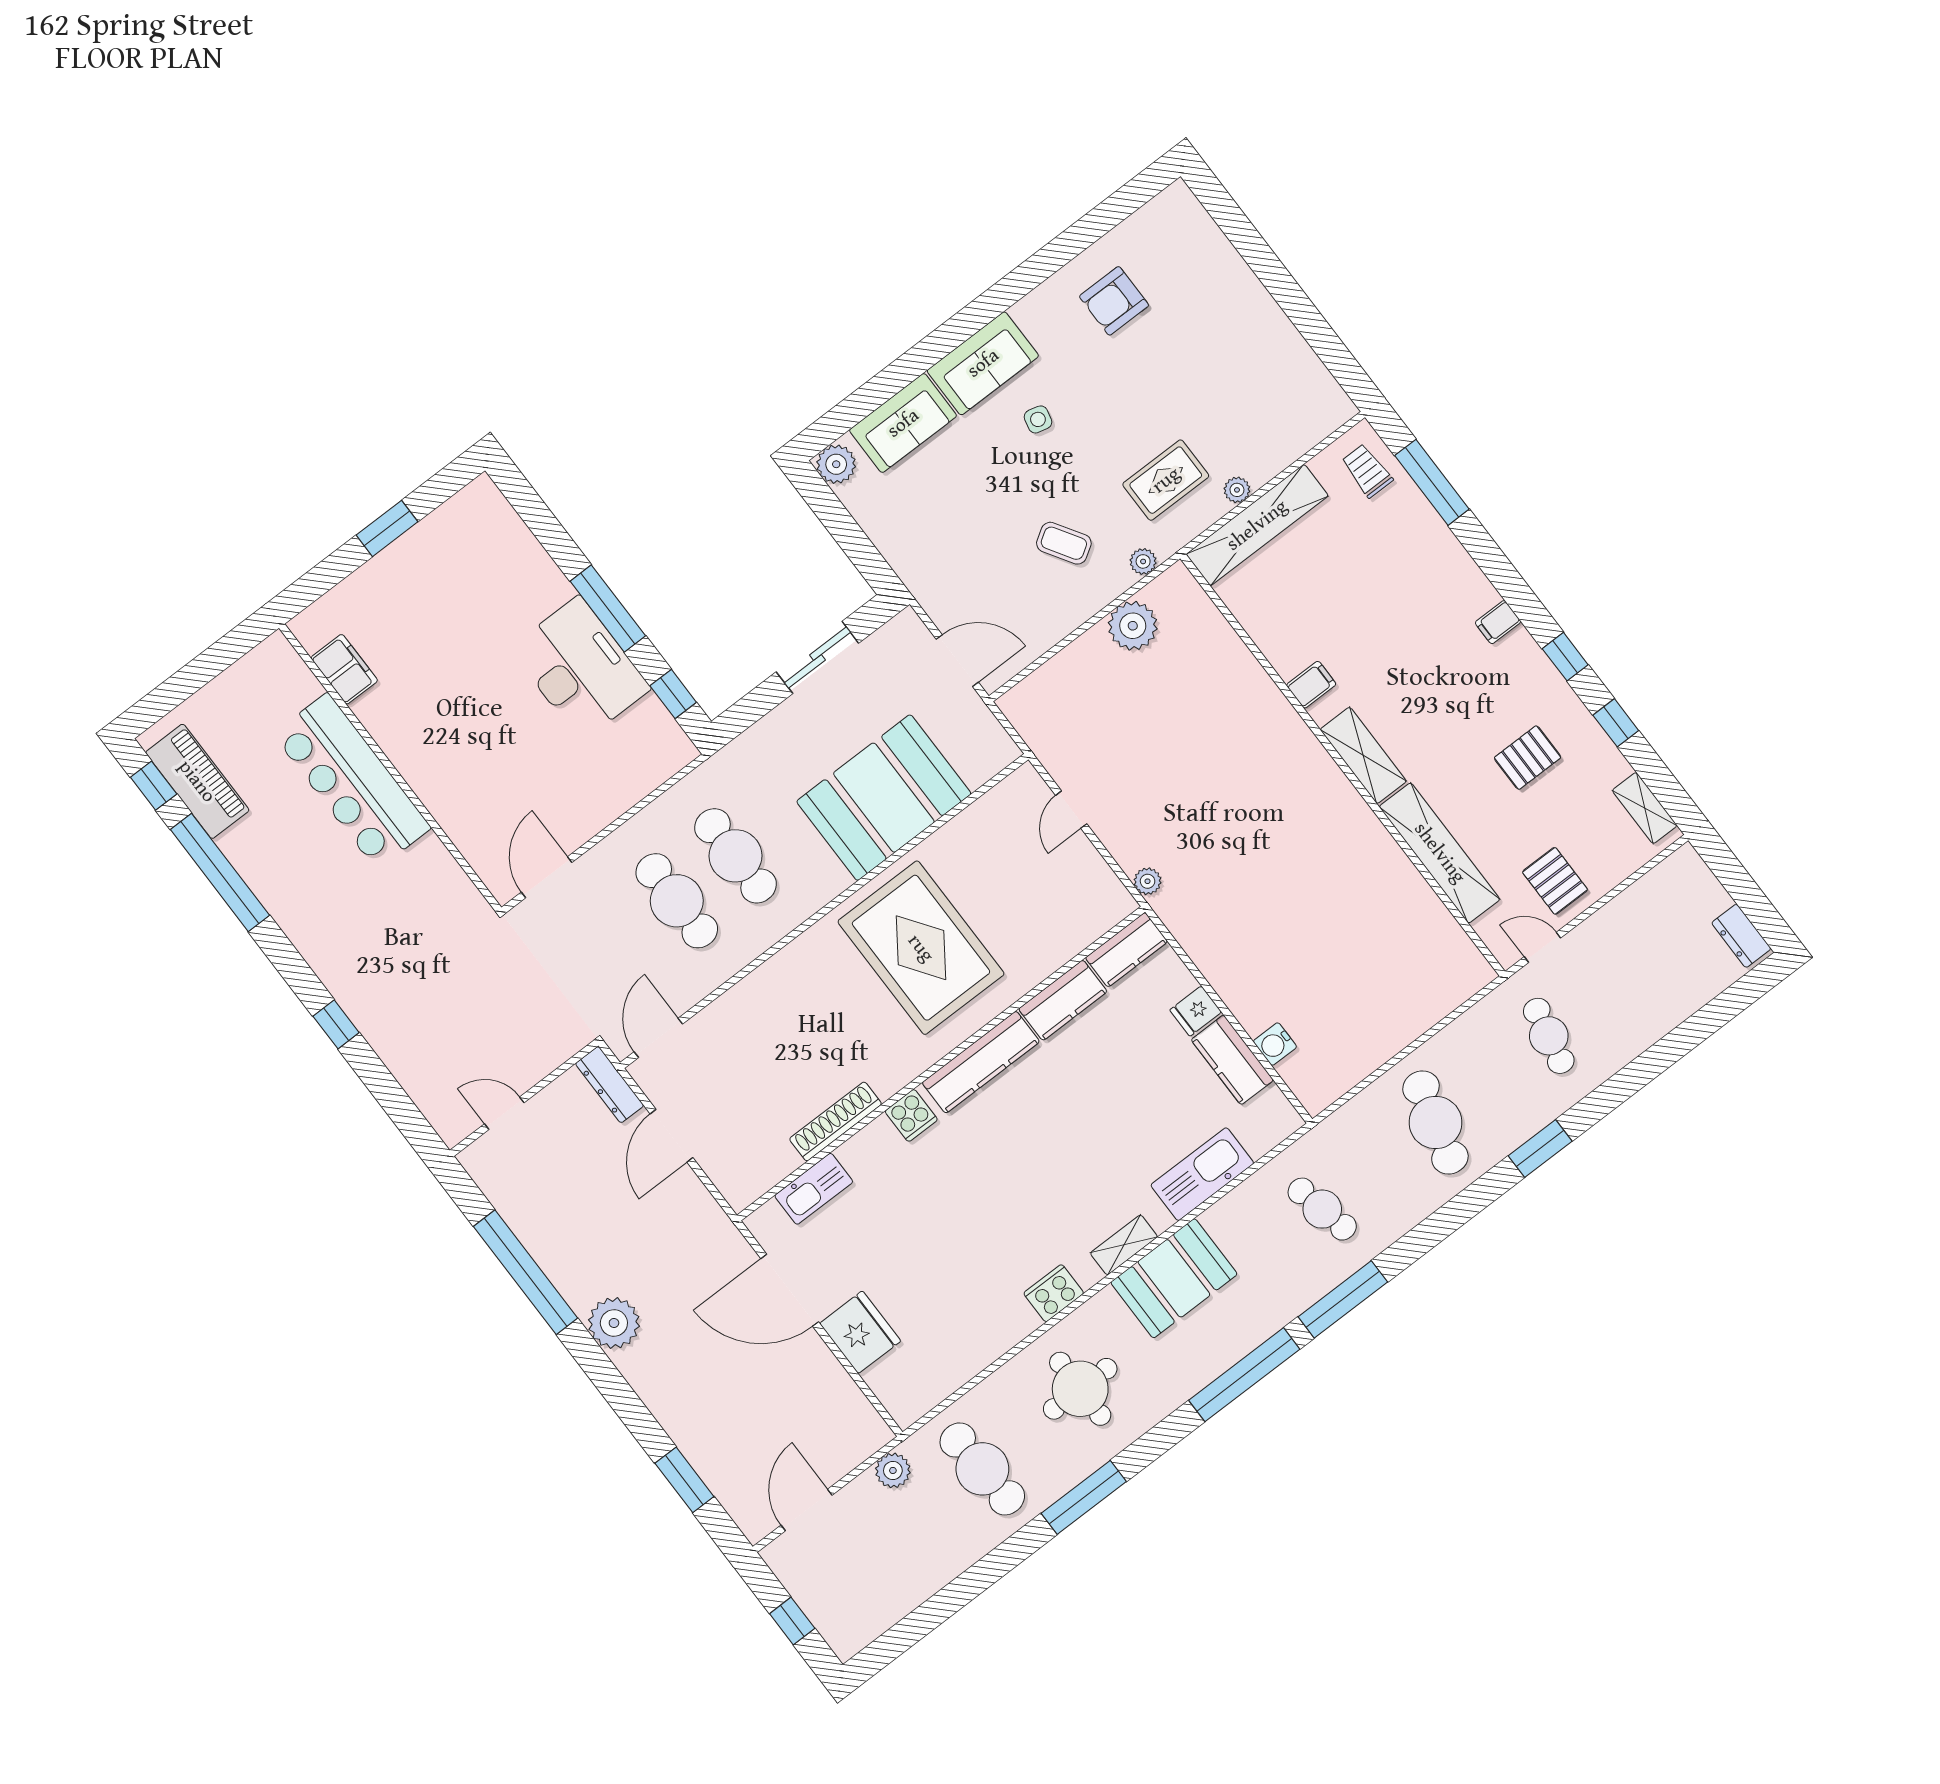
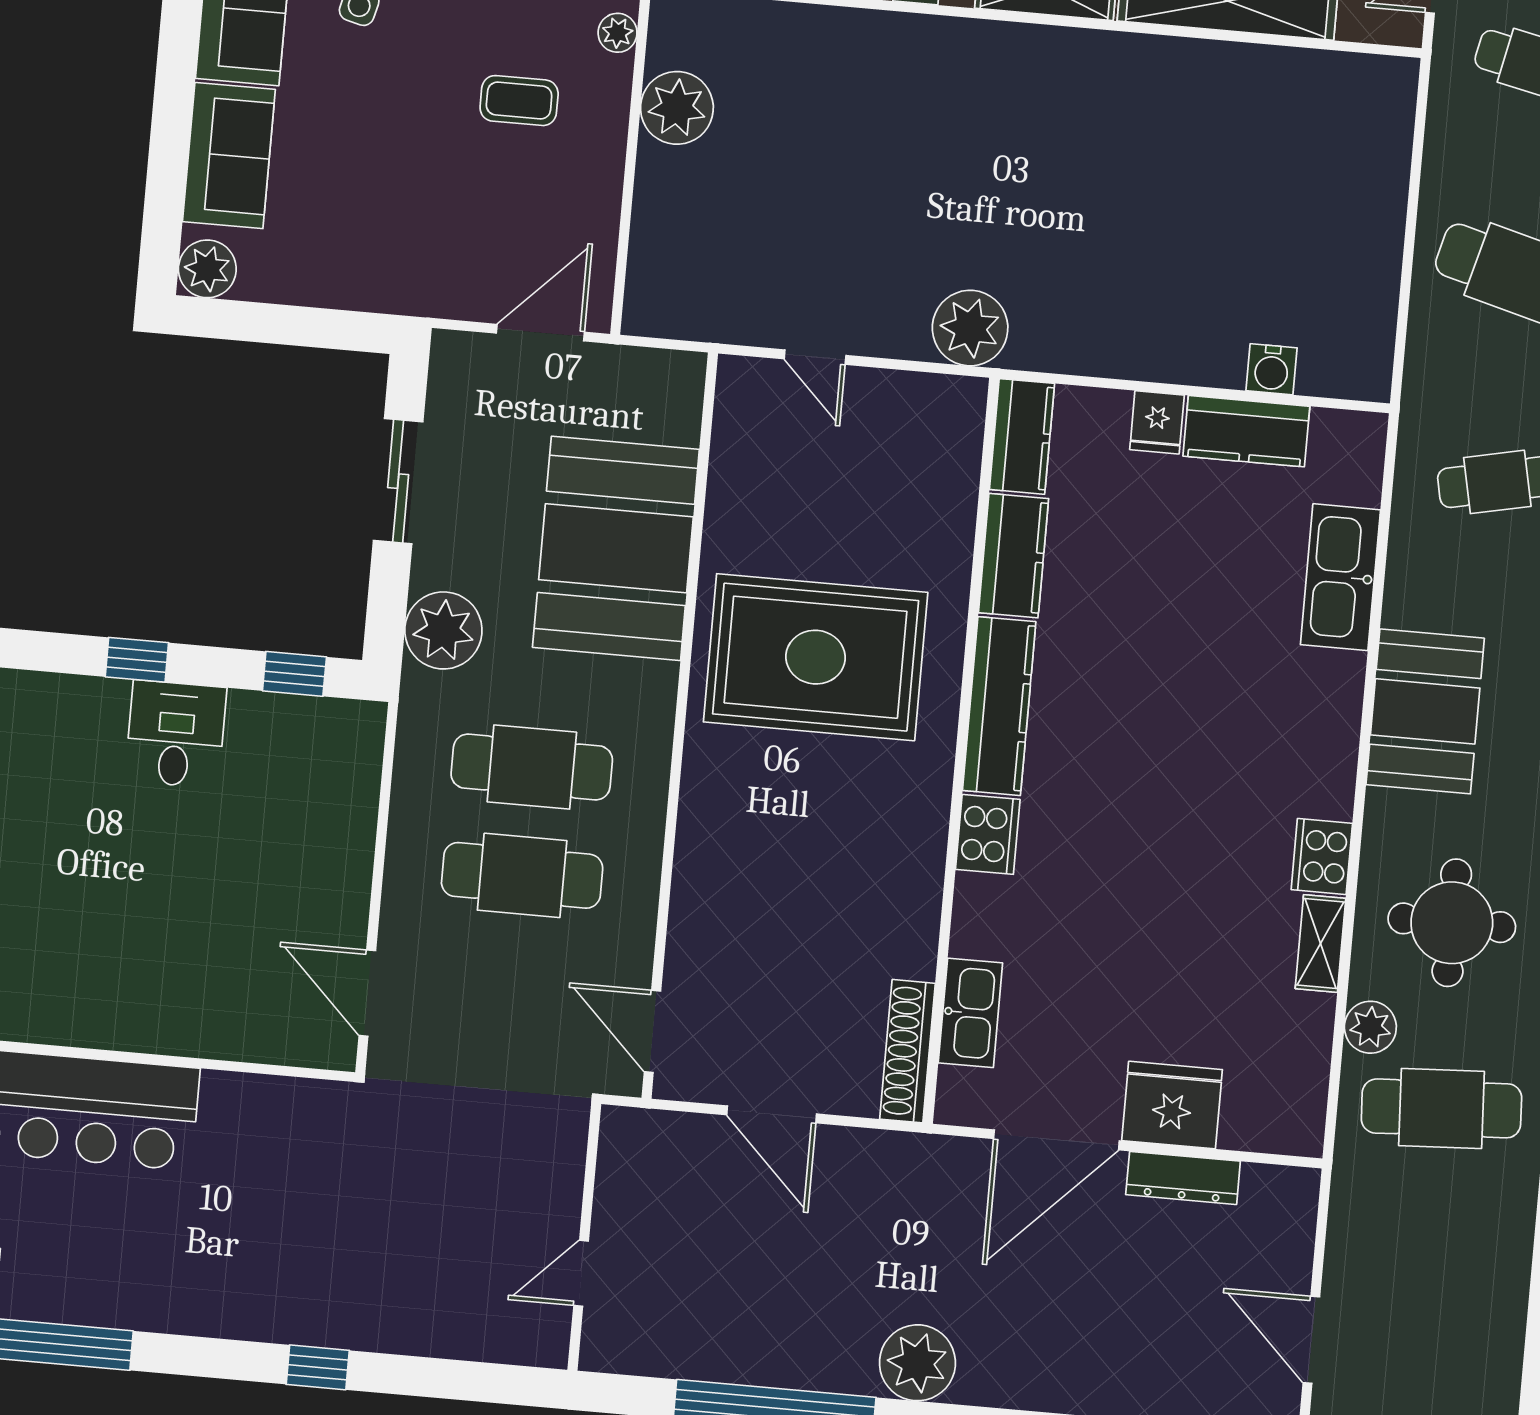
coffee table: (1064, 543) -> (519, 101), turned 32
window: (608, 609) -> (137, 660), width x0.46
desk: (580, 669) -> (176, 734), width x0.53, depth x0.77
plant: (763, 749) -> (443, 630), added
plant: (1148, 881) -> (970, 328), width x1.87, depth x1.87
dresser: (610, 1085) -> (1183, 1178), moved
cooker: (911, 1115) -> (988, 834), width x1.36
shoe rack: (835, 1121) -> (908, 1051), moved
shelving: (1124, 1245) -> (1320, 944), moved
plant: (893, 1470) -> (1370, 1027), moved

